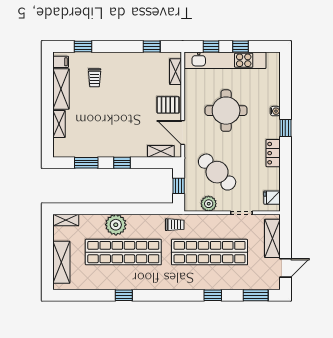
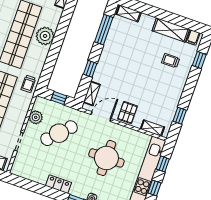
shelving: (59, 124) -> (129, 13), moved
window: (86, 163) -> (104, 30), width x1.44
window: (122, 163) -> (90, 69), moved
fridge: (272, 198) -> (23, 171), removed

